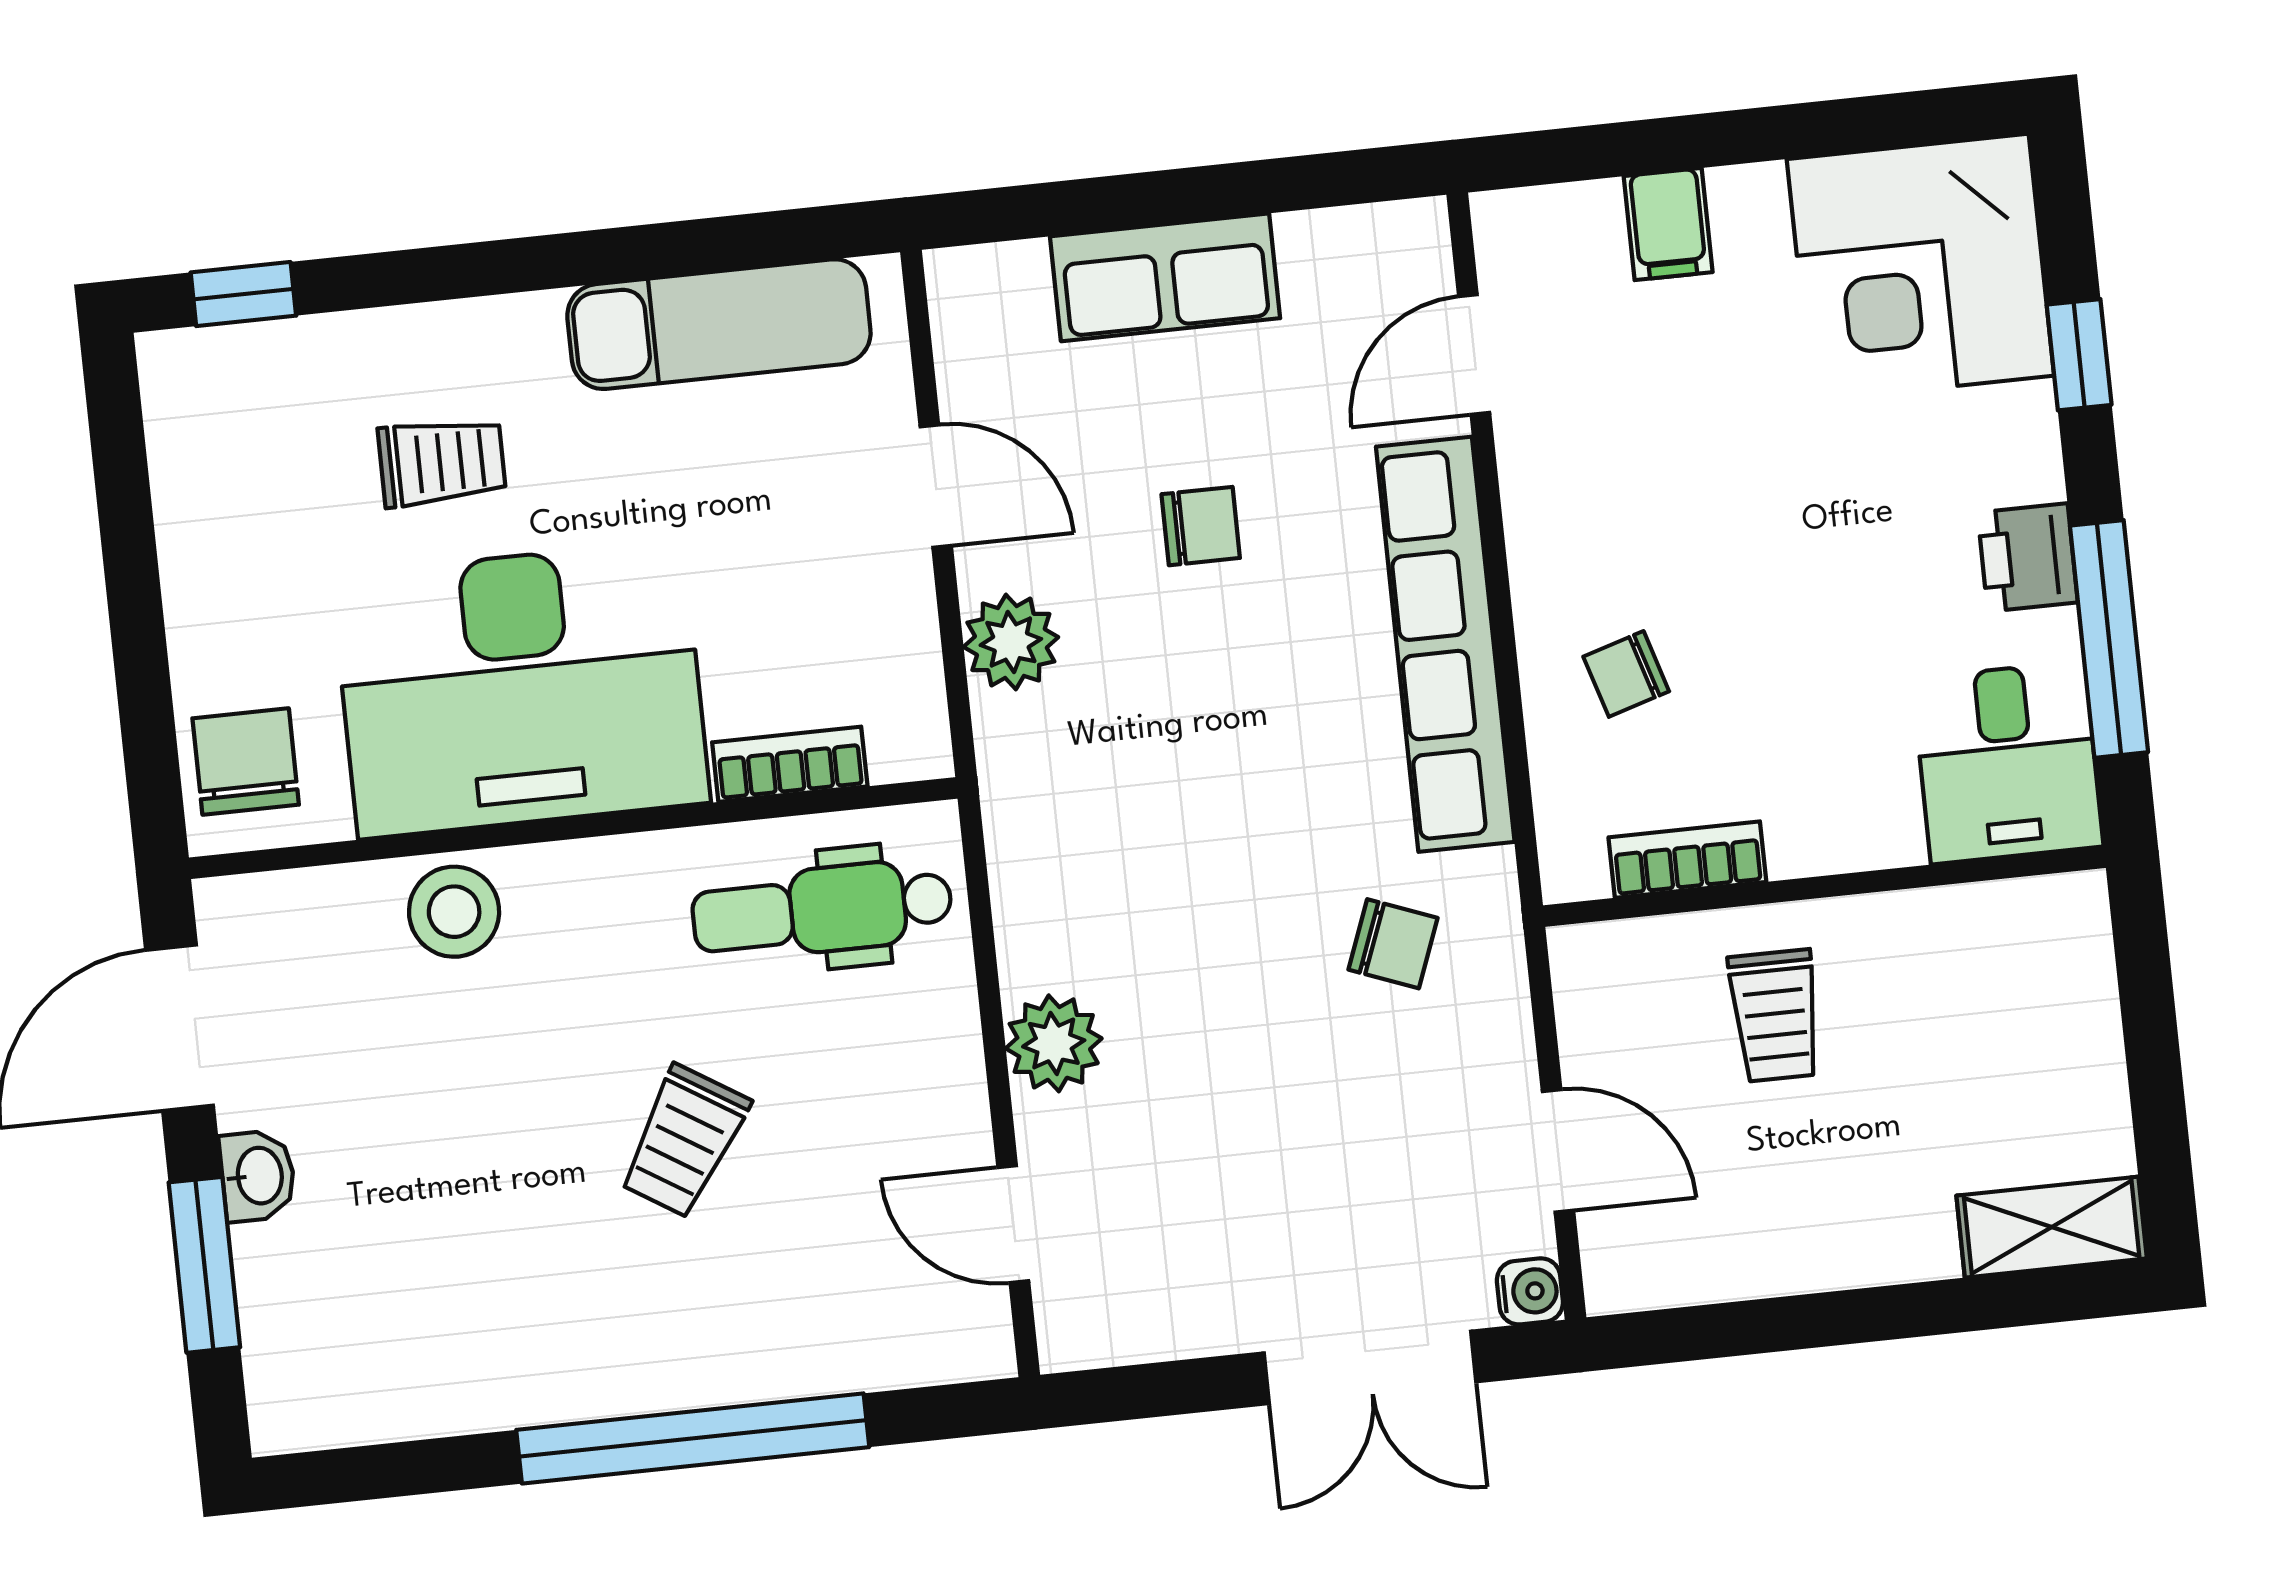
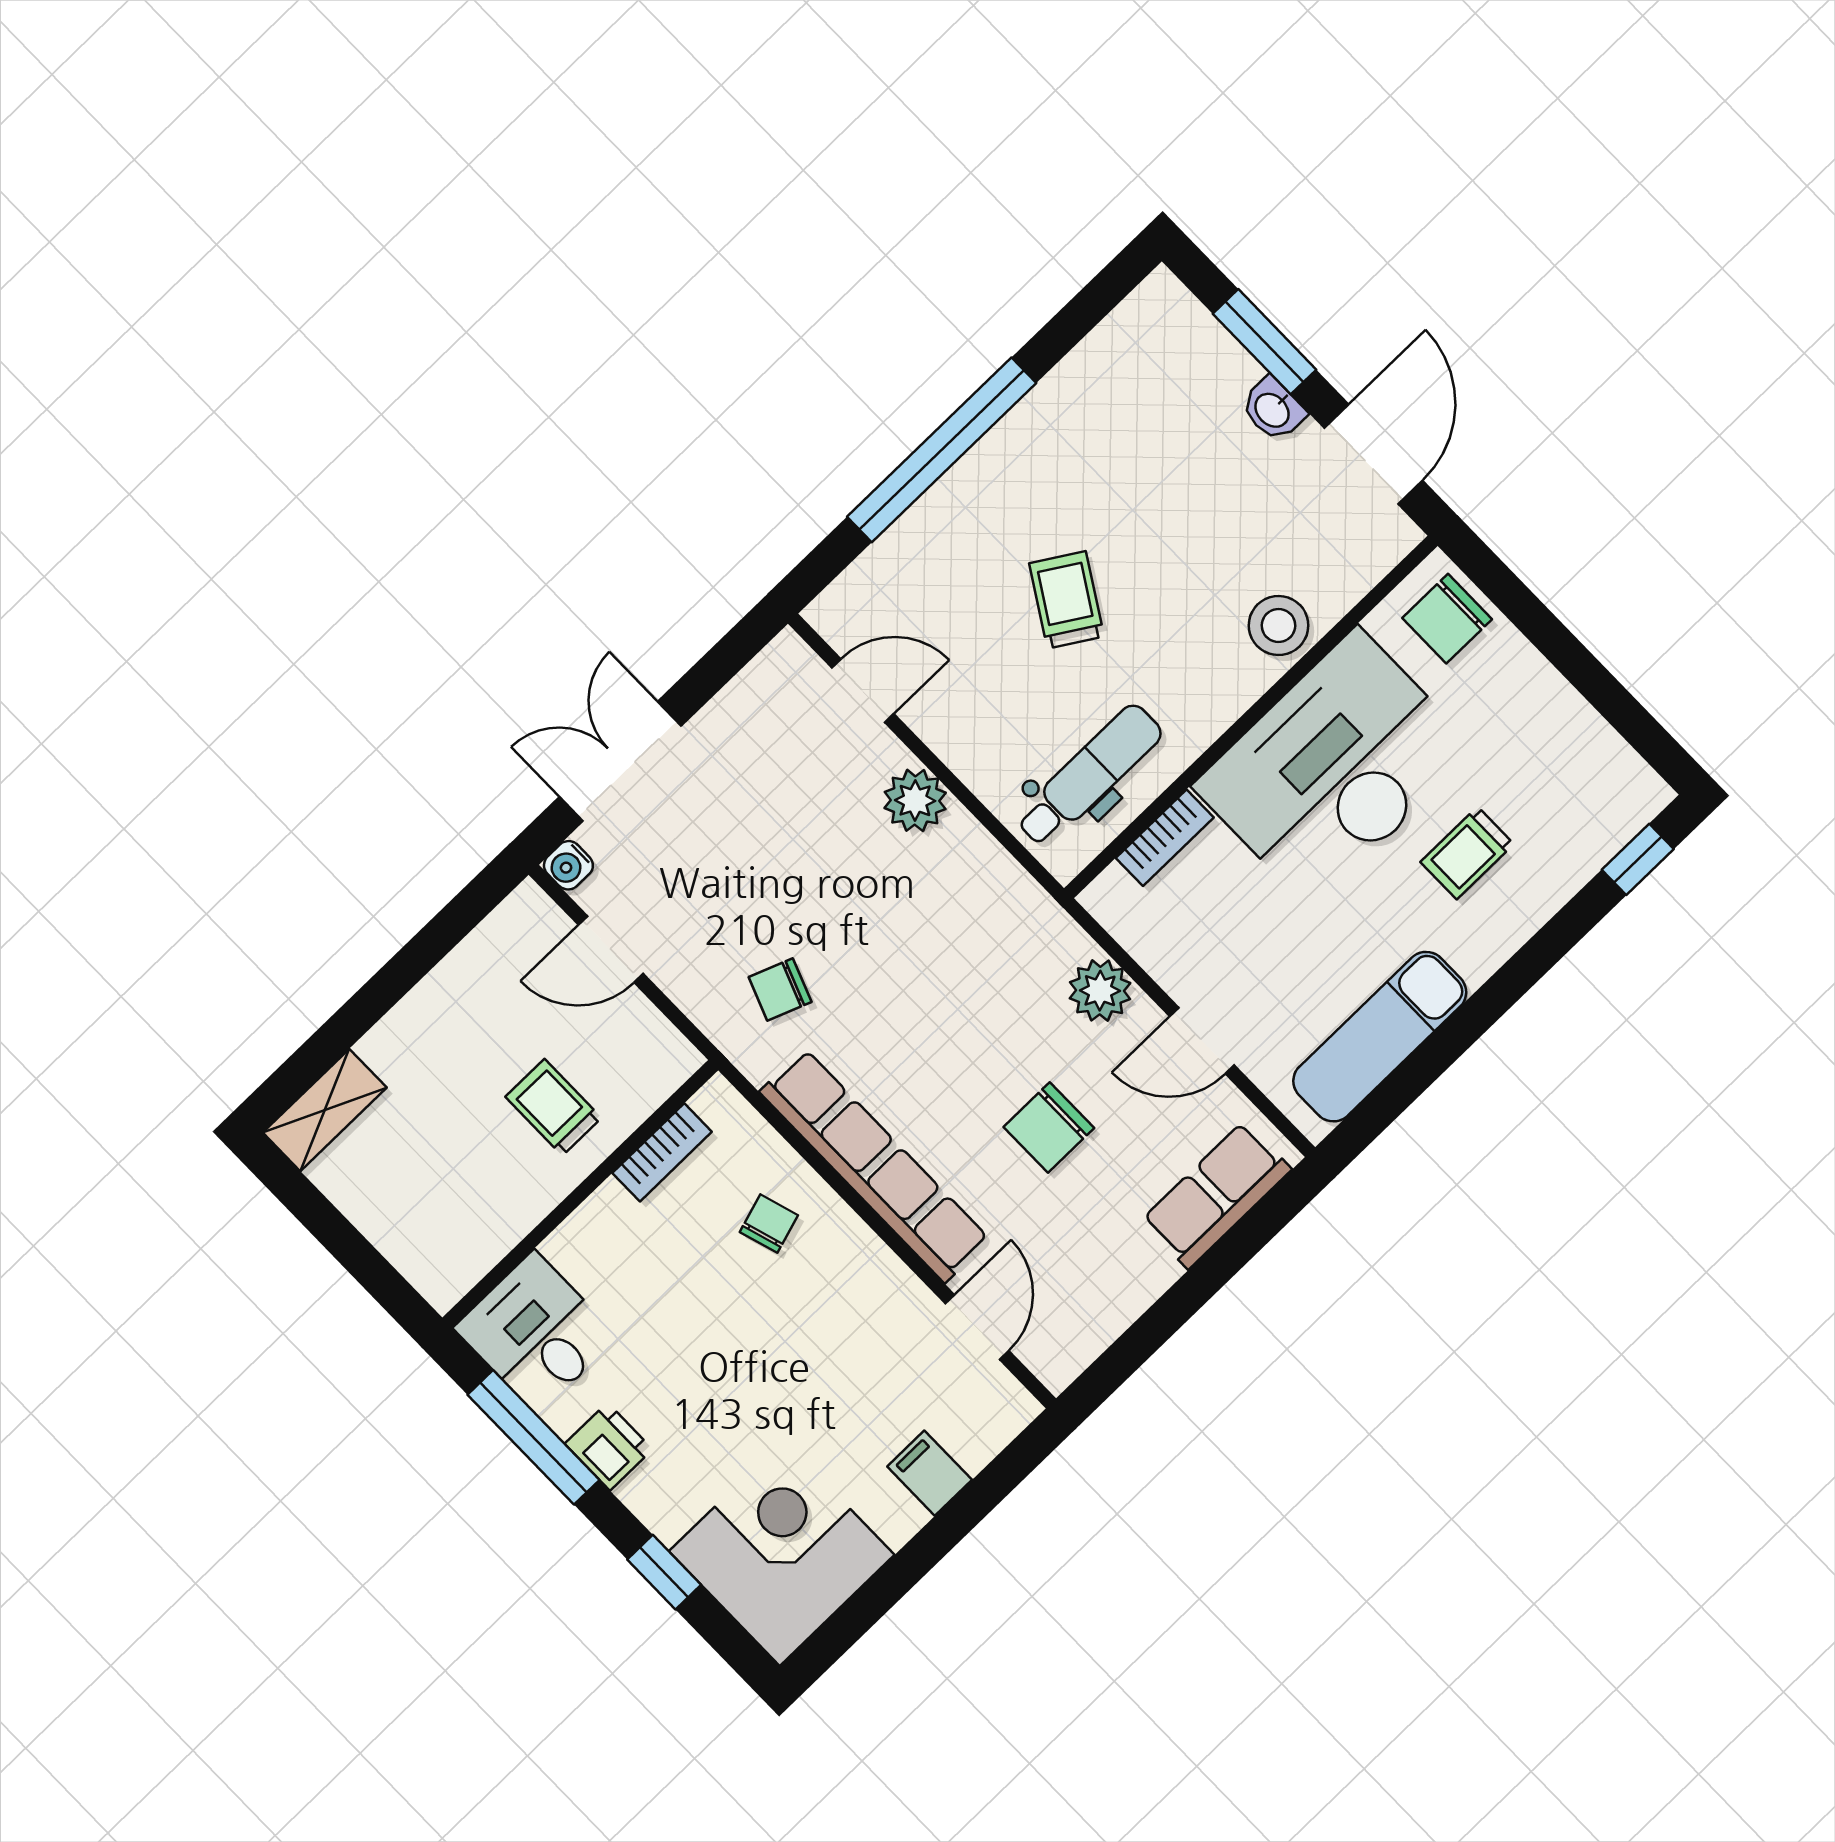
row of seats: (1165, 277) -> (1216, 1195), moved
chair: (1201, 526) -> (1049, 1128), width x1.37, depth x1.37
chair: (246, 761) -> (1447, 619), turned 90

